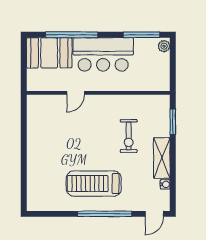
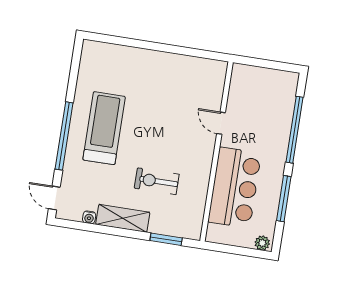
window: (141, 35) -> (284, 199), moved
booth: (49, 53) -> (276, 98), removed
bar counter: (103, 54) -> (235, 188), moved, turned 180

